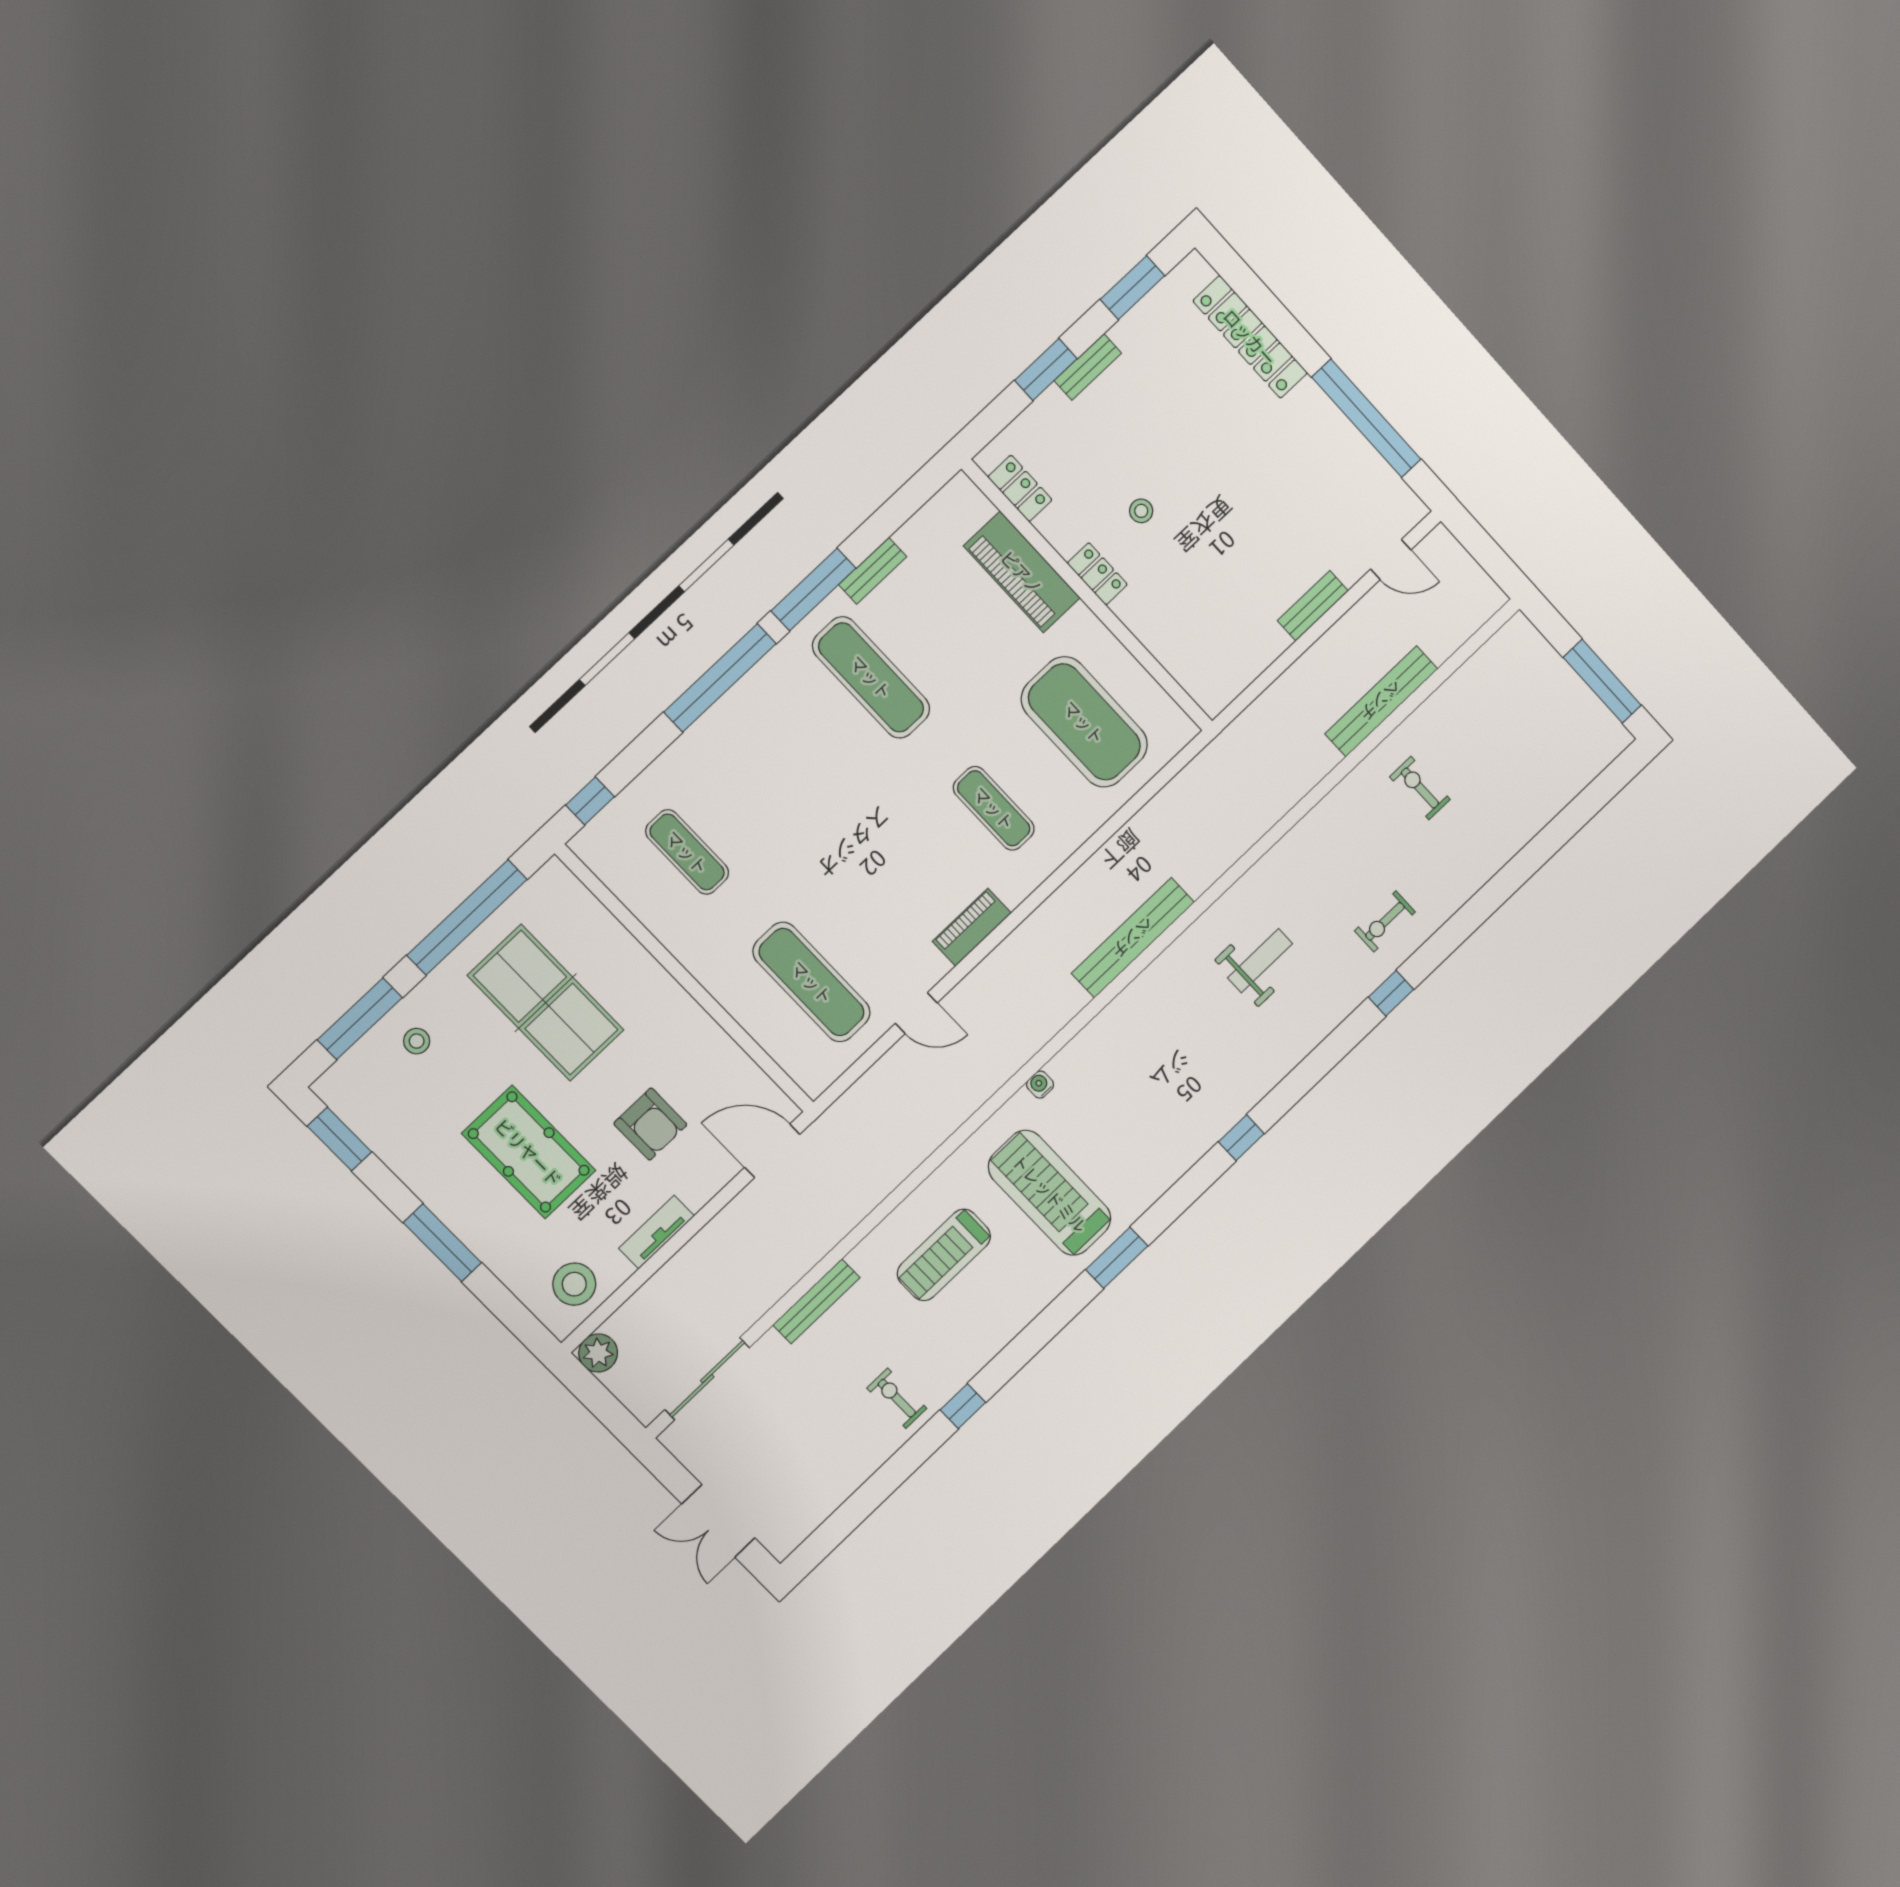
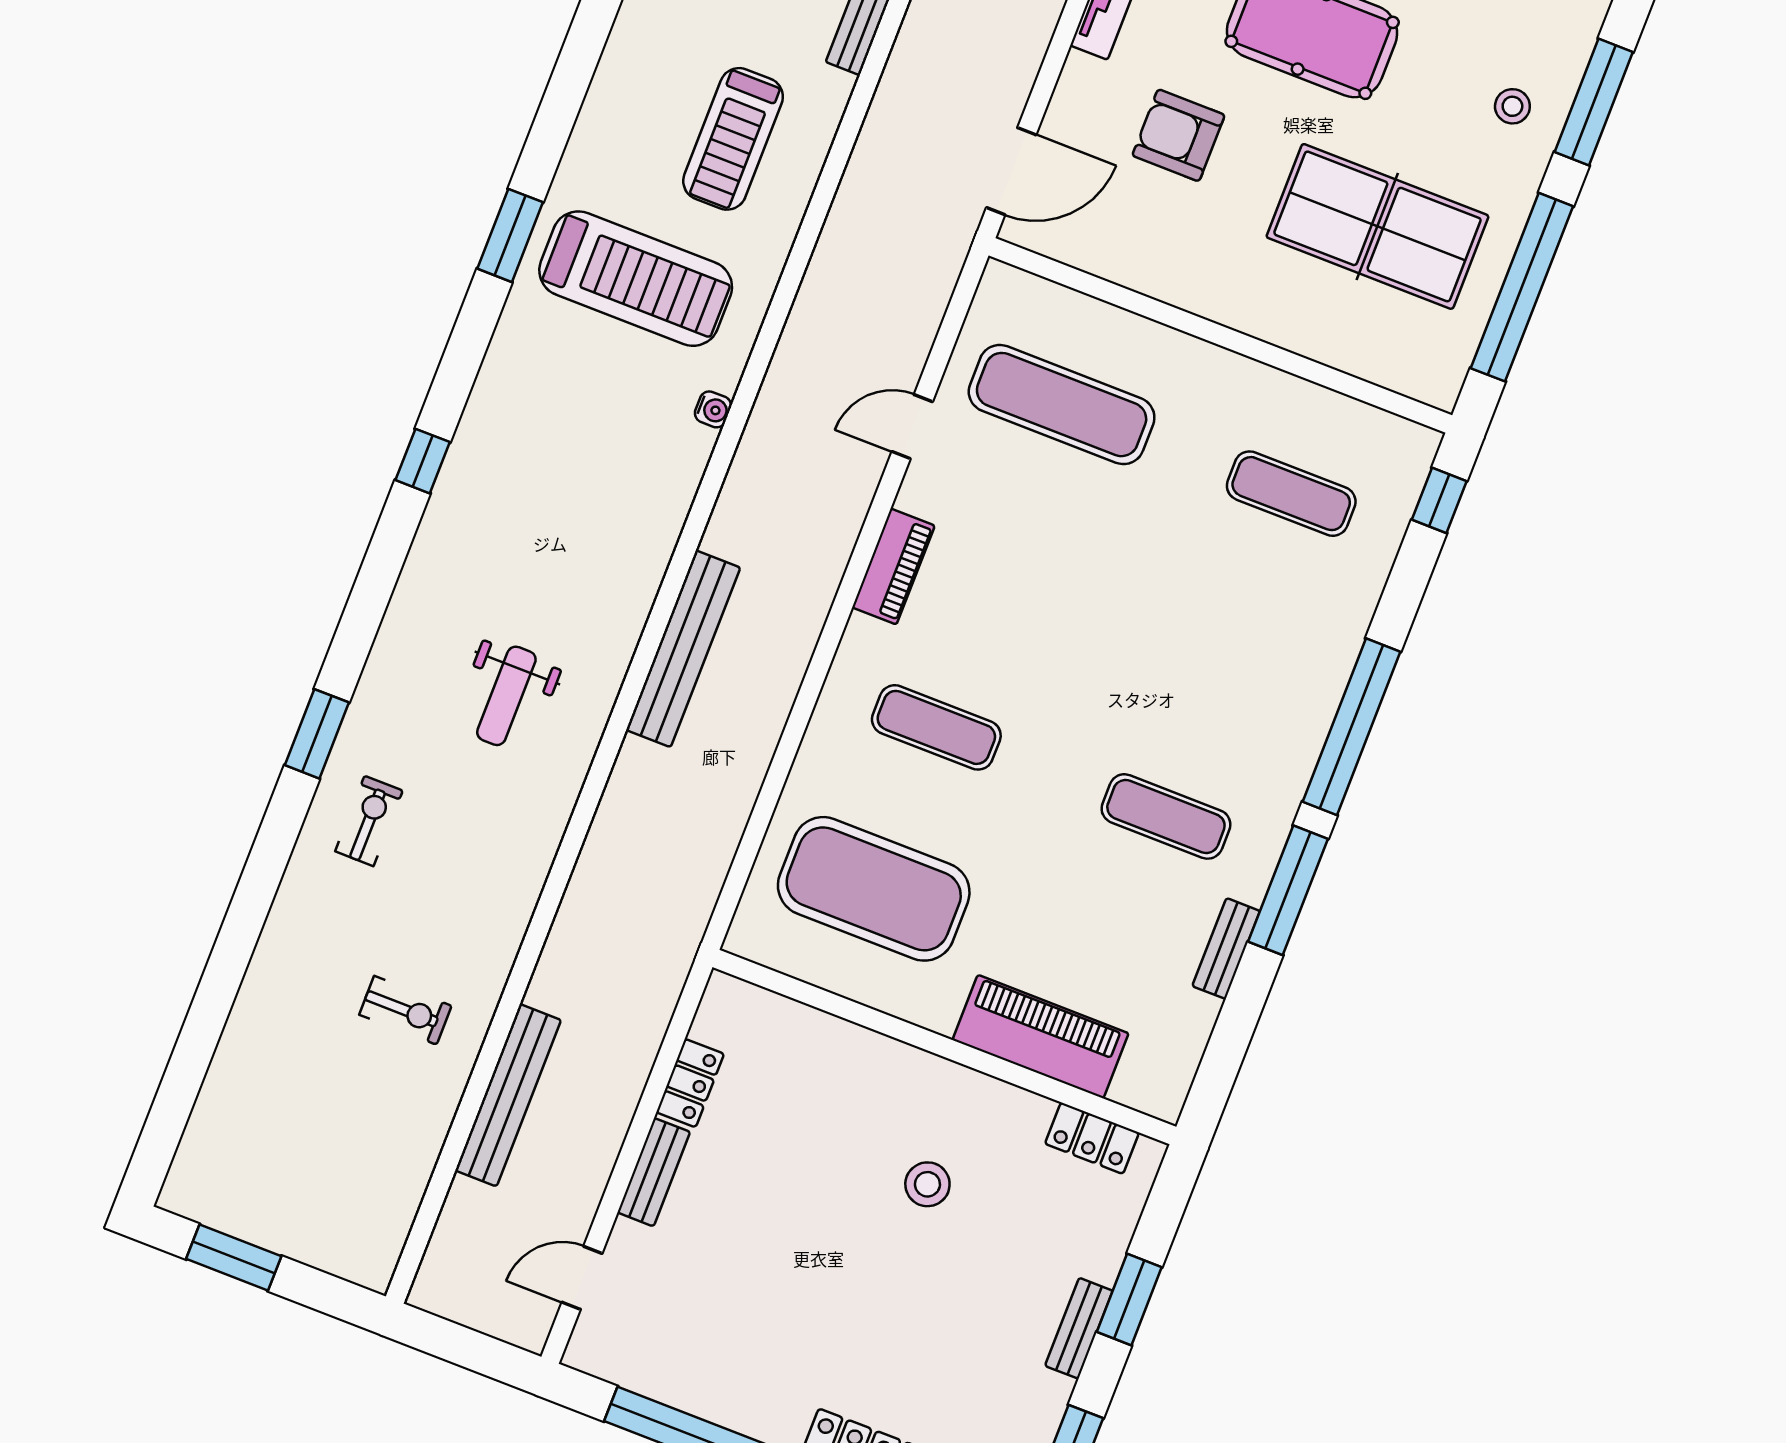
stool: (1141, 511) -> (927, 1184), width x1.37, depth x1.37
locker: (1097, 574) -> (690, 1083), moved, turned -90
exercise mat: (871, 677) -> (1166, 816), width x0.73, depth x0.69
window: (1602, 681) -> (234, 1258), width x0.69
window: (1391, 993) -> (317, 734), width x1.50
treadmill: (944, 1255) -> (733, 139), turned 180

